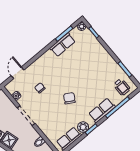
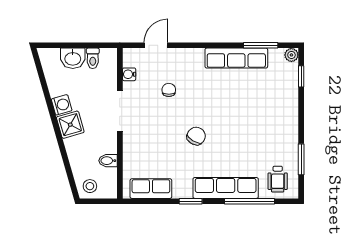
row of seats: (63, 45) -> (236, 58), width x1.48
row of seats: (102, 110) -> (226, 188), width x1.48
plant: (83, 127) -> (182, 189), removed

